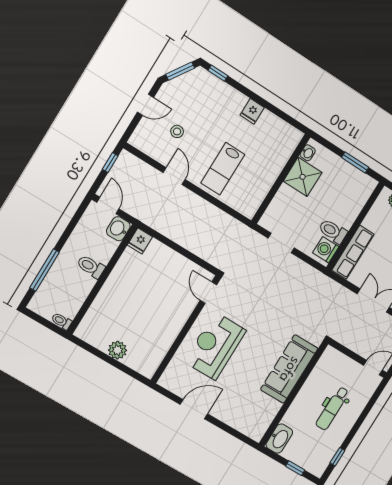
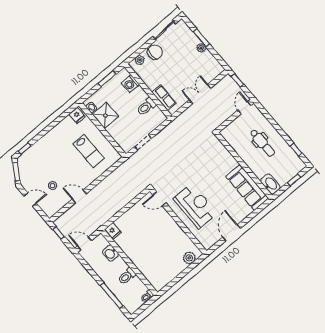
door: (146, 105) -> (30, 200), hinge flipped
fridge: (252, 111) -> (77, 115), moved
lab bench: (223, 169) -> (89, 151), moved
washbasin: (118, 229) -> (110, 253), moved
washing machine: (326, 250) -> (130, 84), moved
row of seats: (353, 252) -> (164, 98), width x0.68
toilet: (91, 267) -> (127, 276), moved
reception desk: (215, 346) -> (195, 206), turned 180
plant: (117, 350) -> (189, 258), moved
sofa: (289, 369) -> (247, 187), moved

